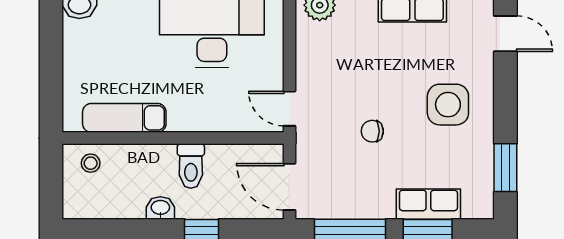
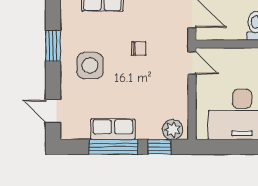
window: (505, 168) -> (53, 46), moved

